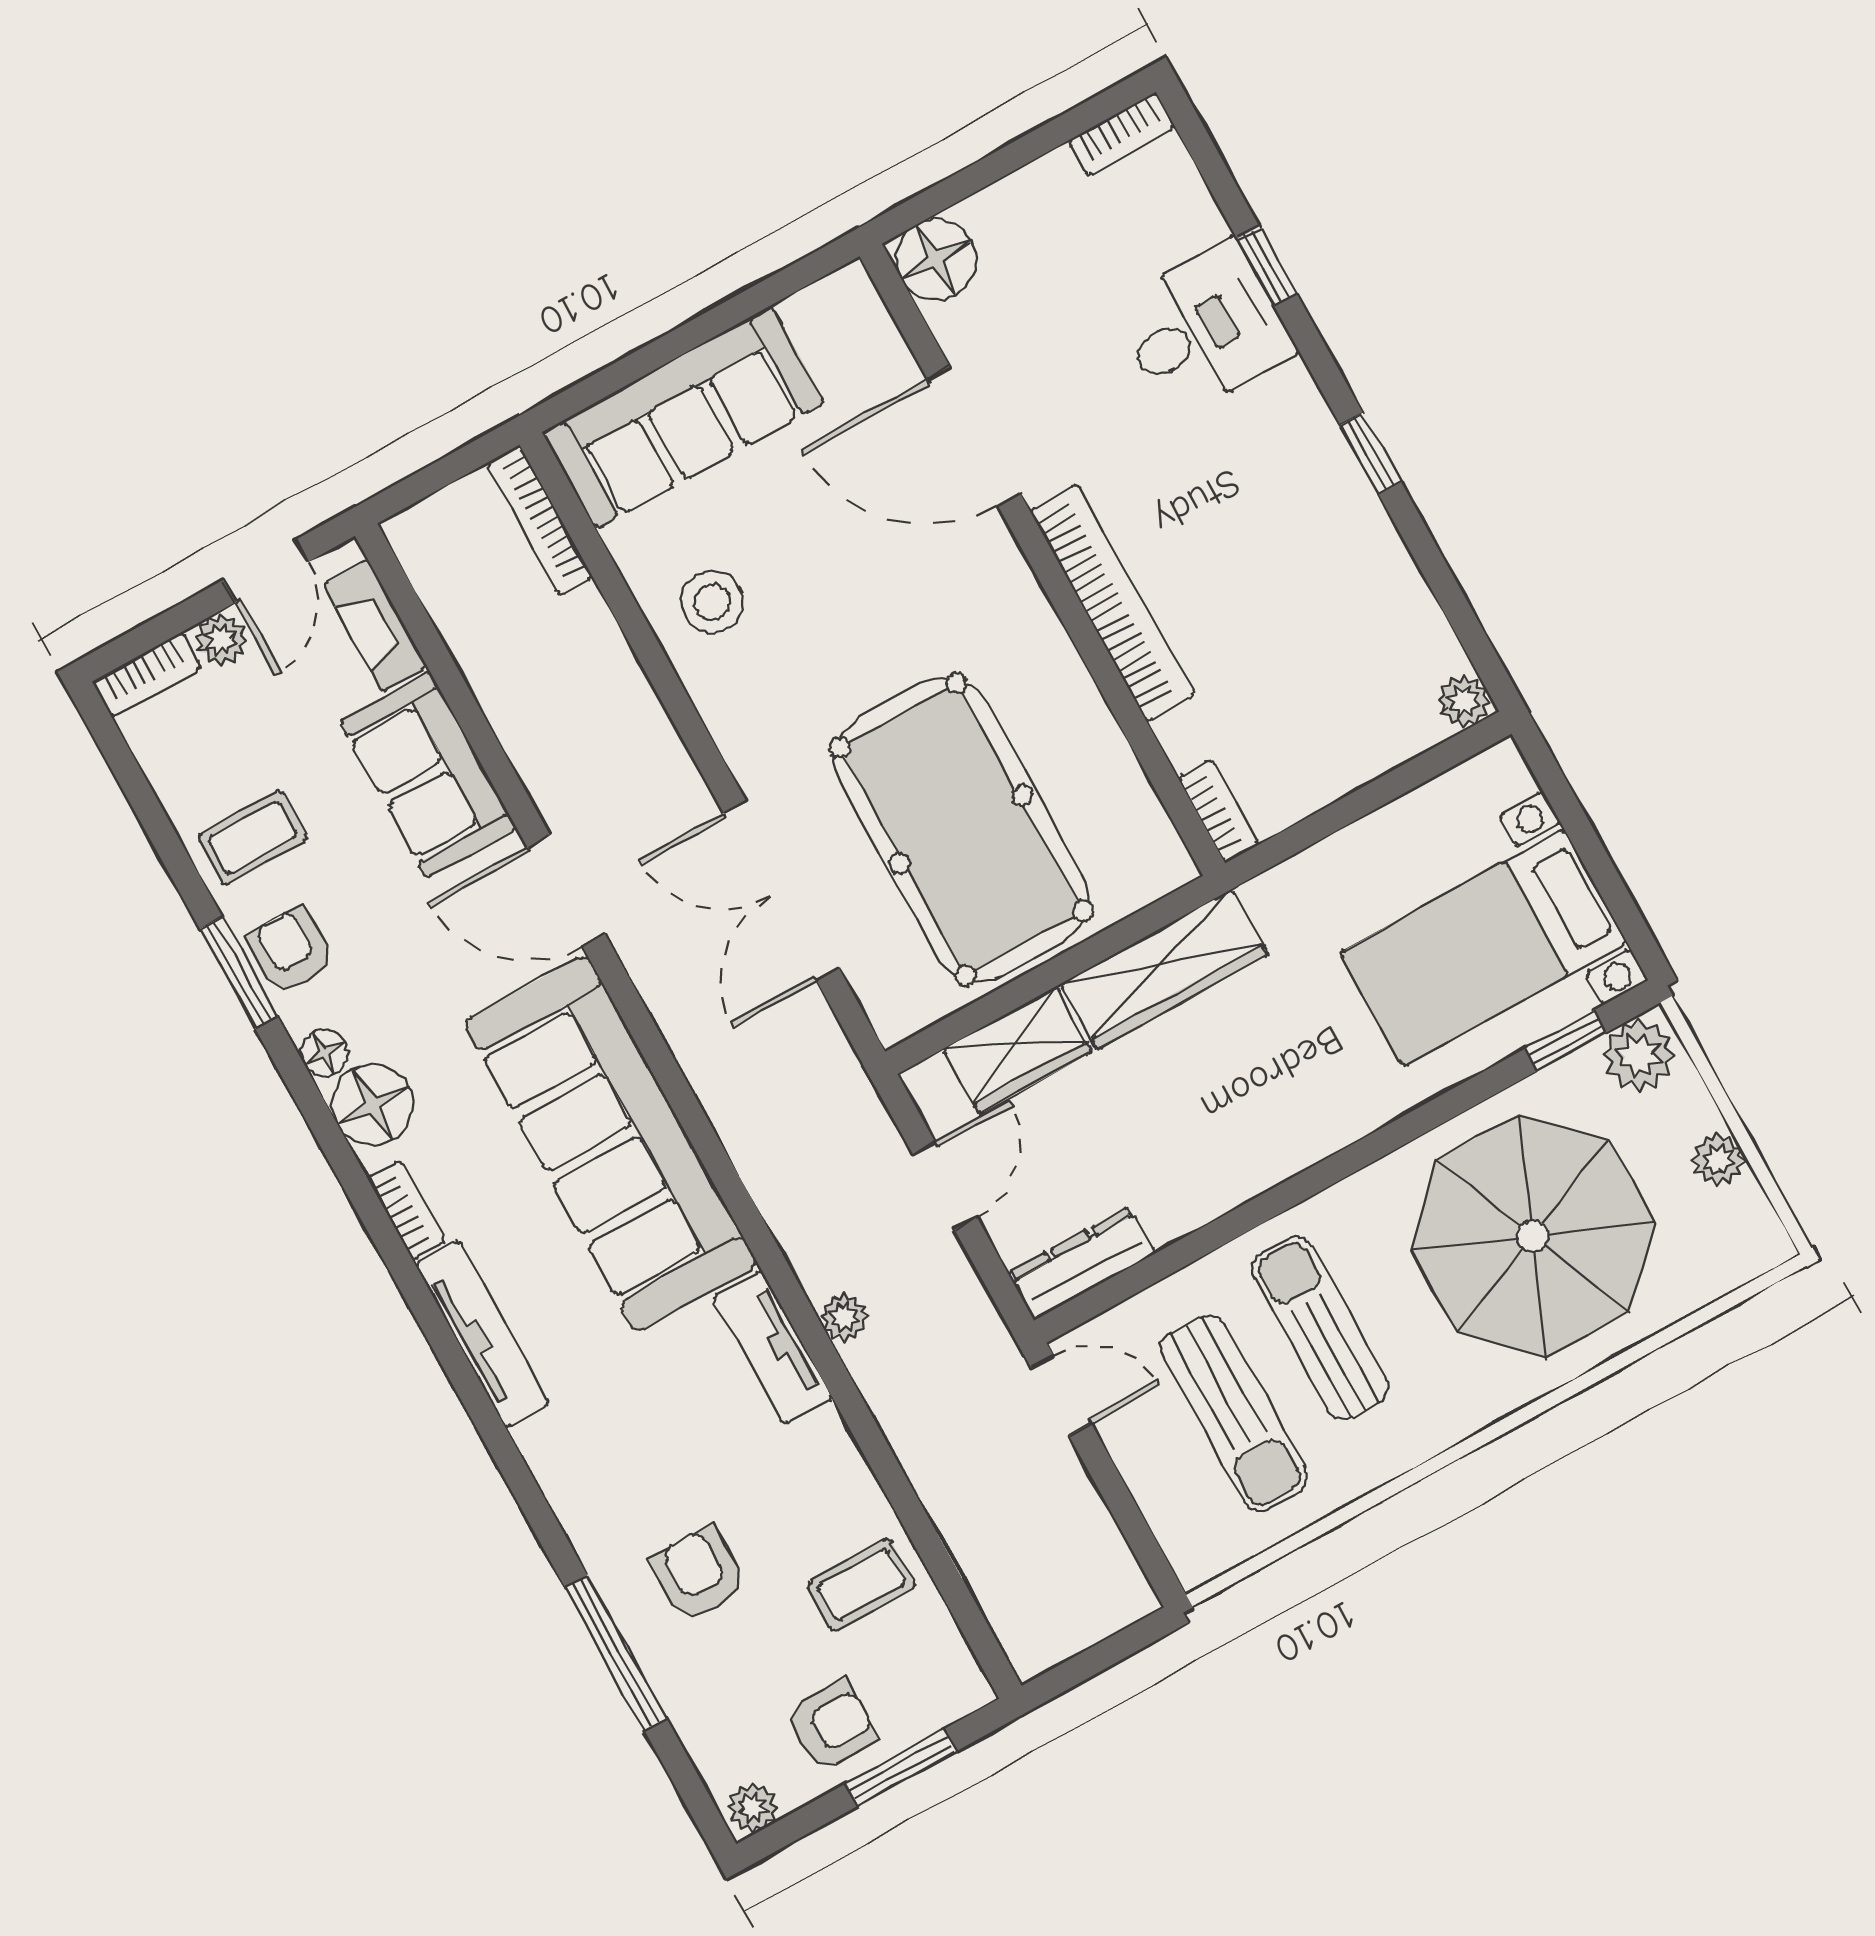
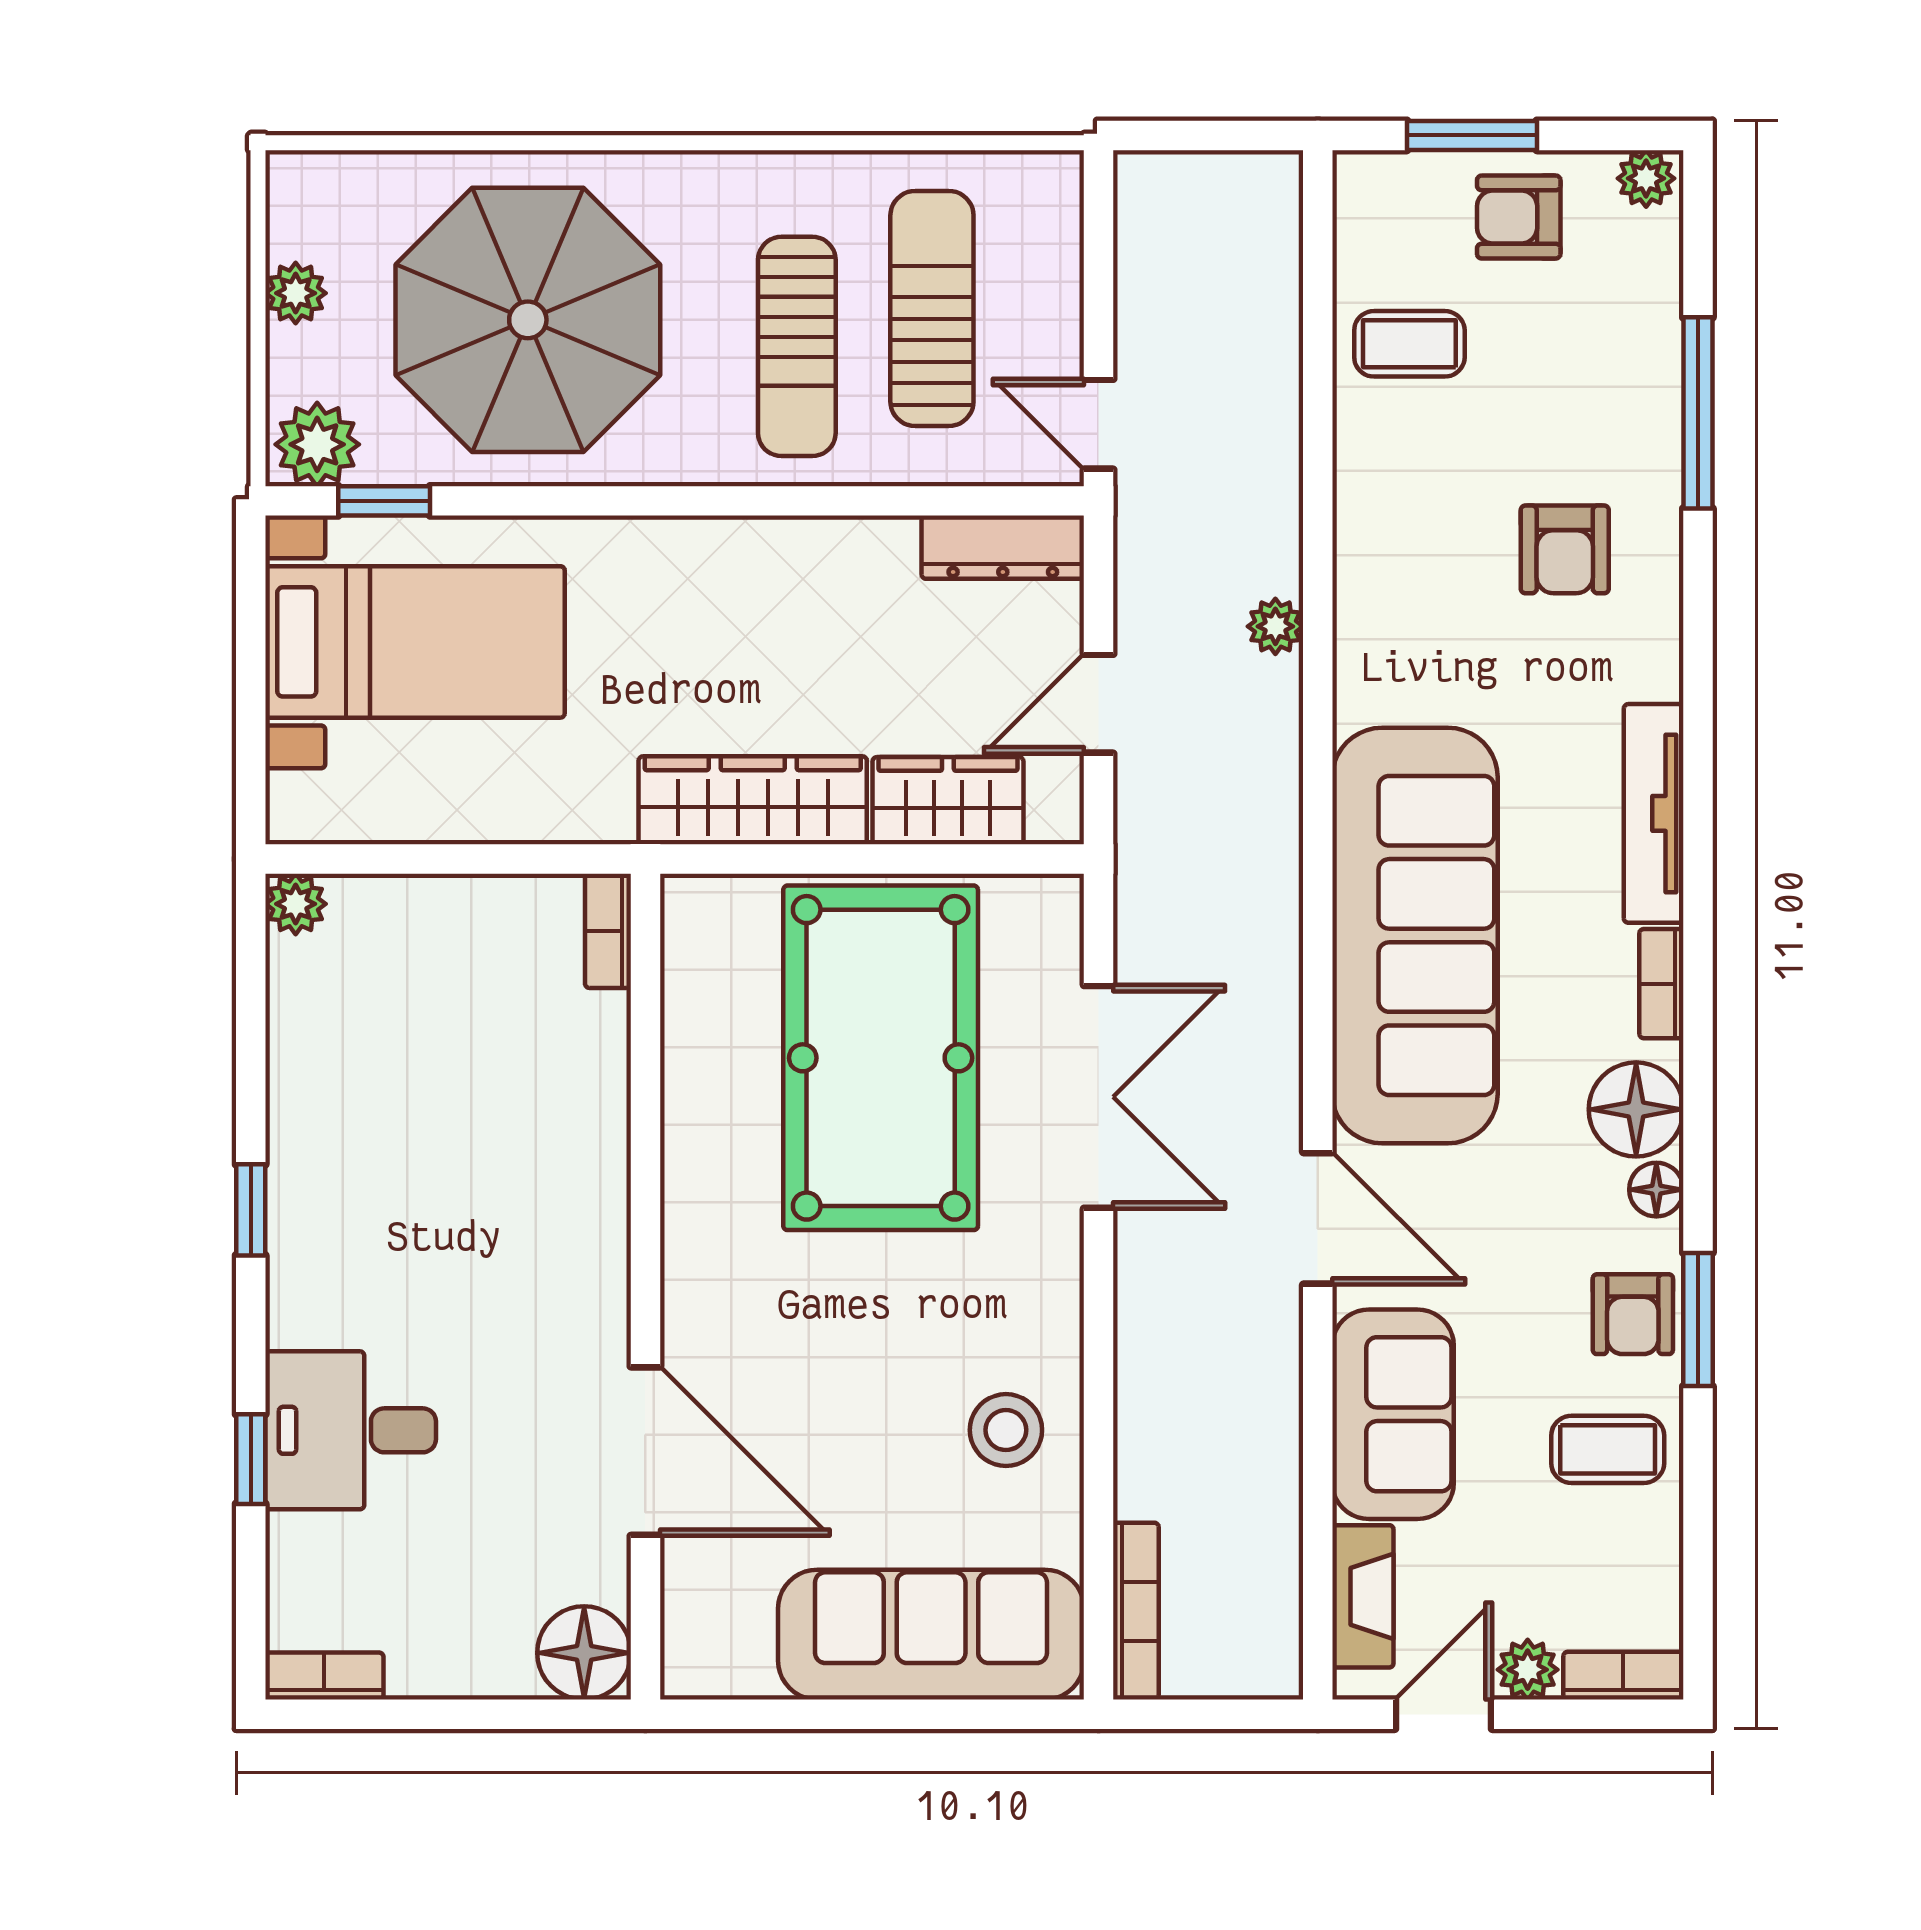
bookcase: (1112, 603) -> (599, 1203), removed
tv unit: (773, 1347) -> (1365, 636), removed
armchair: (699, 1574) -> (1565, 549), moved

